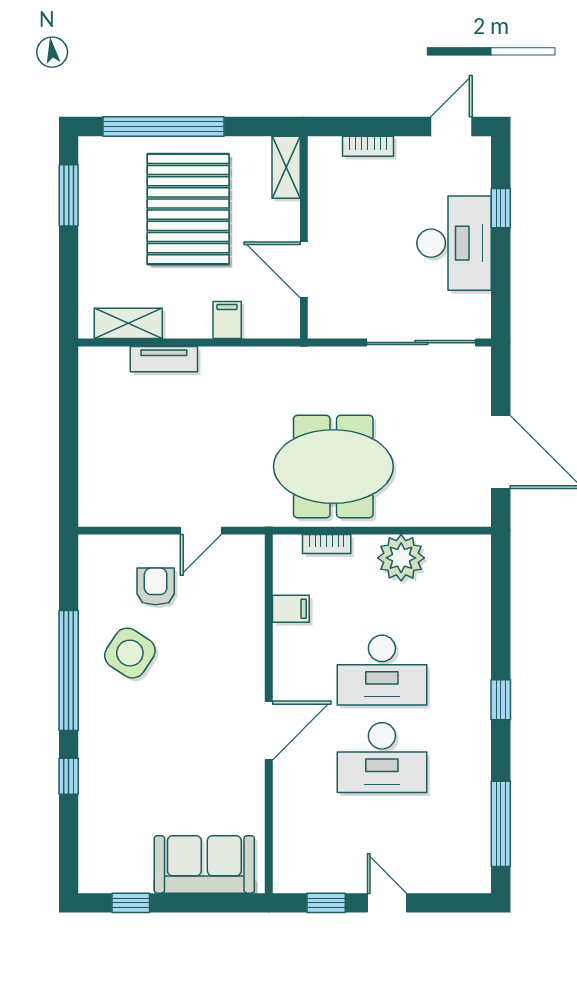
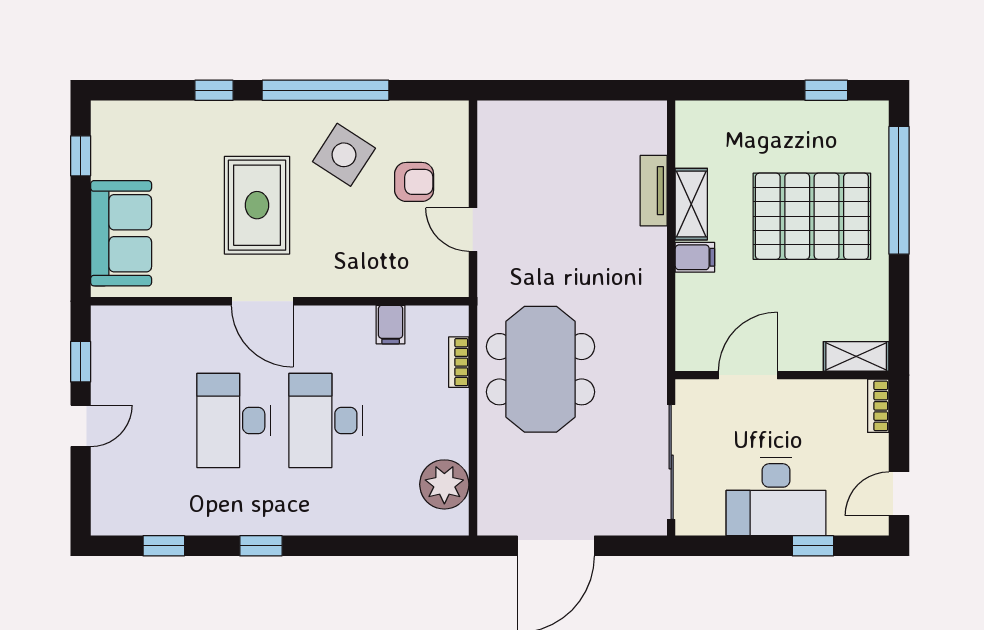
door: (451, 126) -> (899, 494), swing flipped
shelving: (286, 167) -> (856, 356), moved
window: (69, 195) -> (826, 90), width x0.67
wall: (304, 237) -> (782, 375), moved
door: (304, 270) -> (748, 375), moved
shelving: (128, 323) -> (691, 204), moved
plant: (401, 558) -> (444, 484), moved
window: (501, 700) -> (261, 546), moved
rug: (178, 735) -> (257, 205), added
window: (501, 824) -> (164, 546), width x0.46

